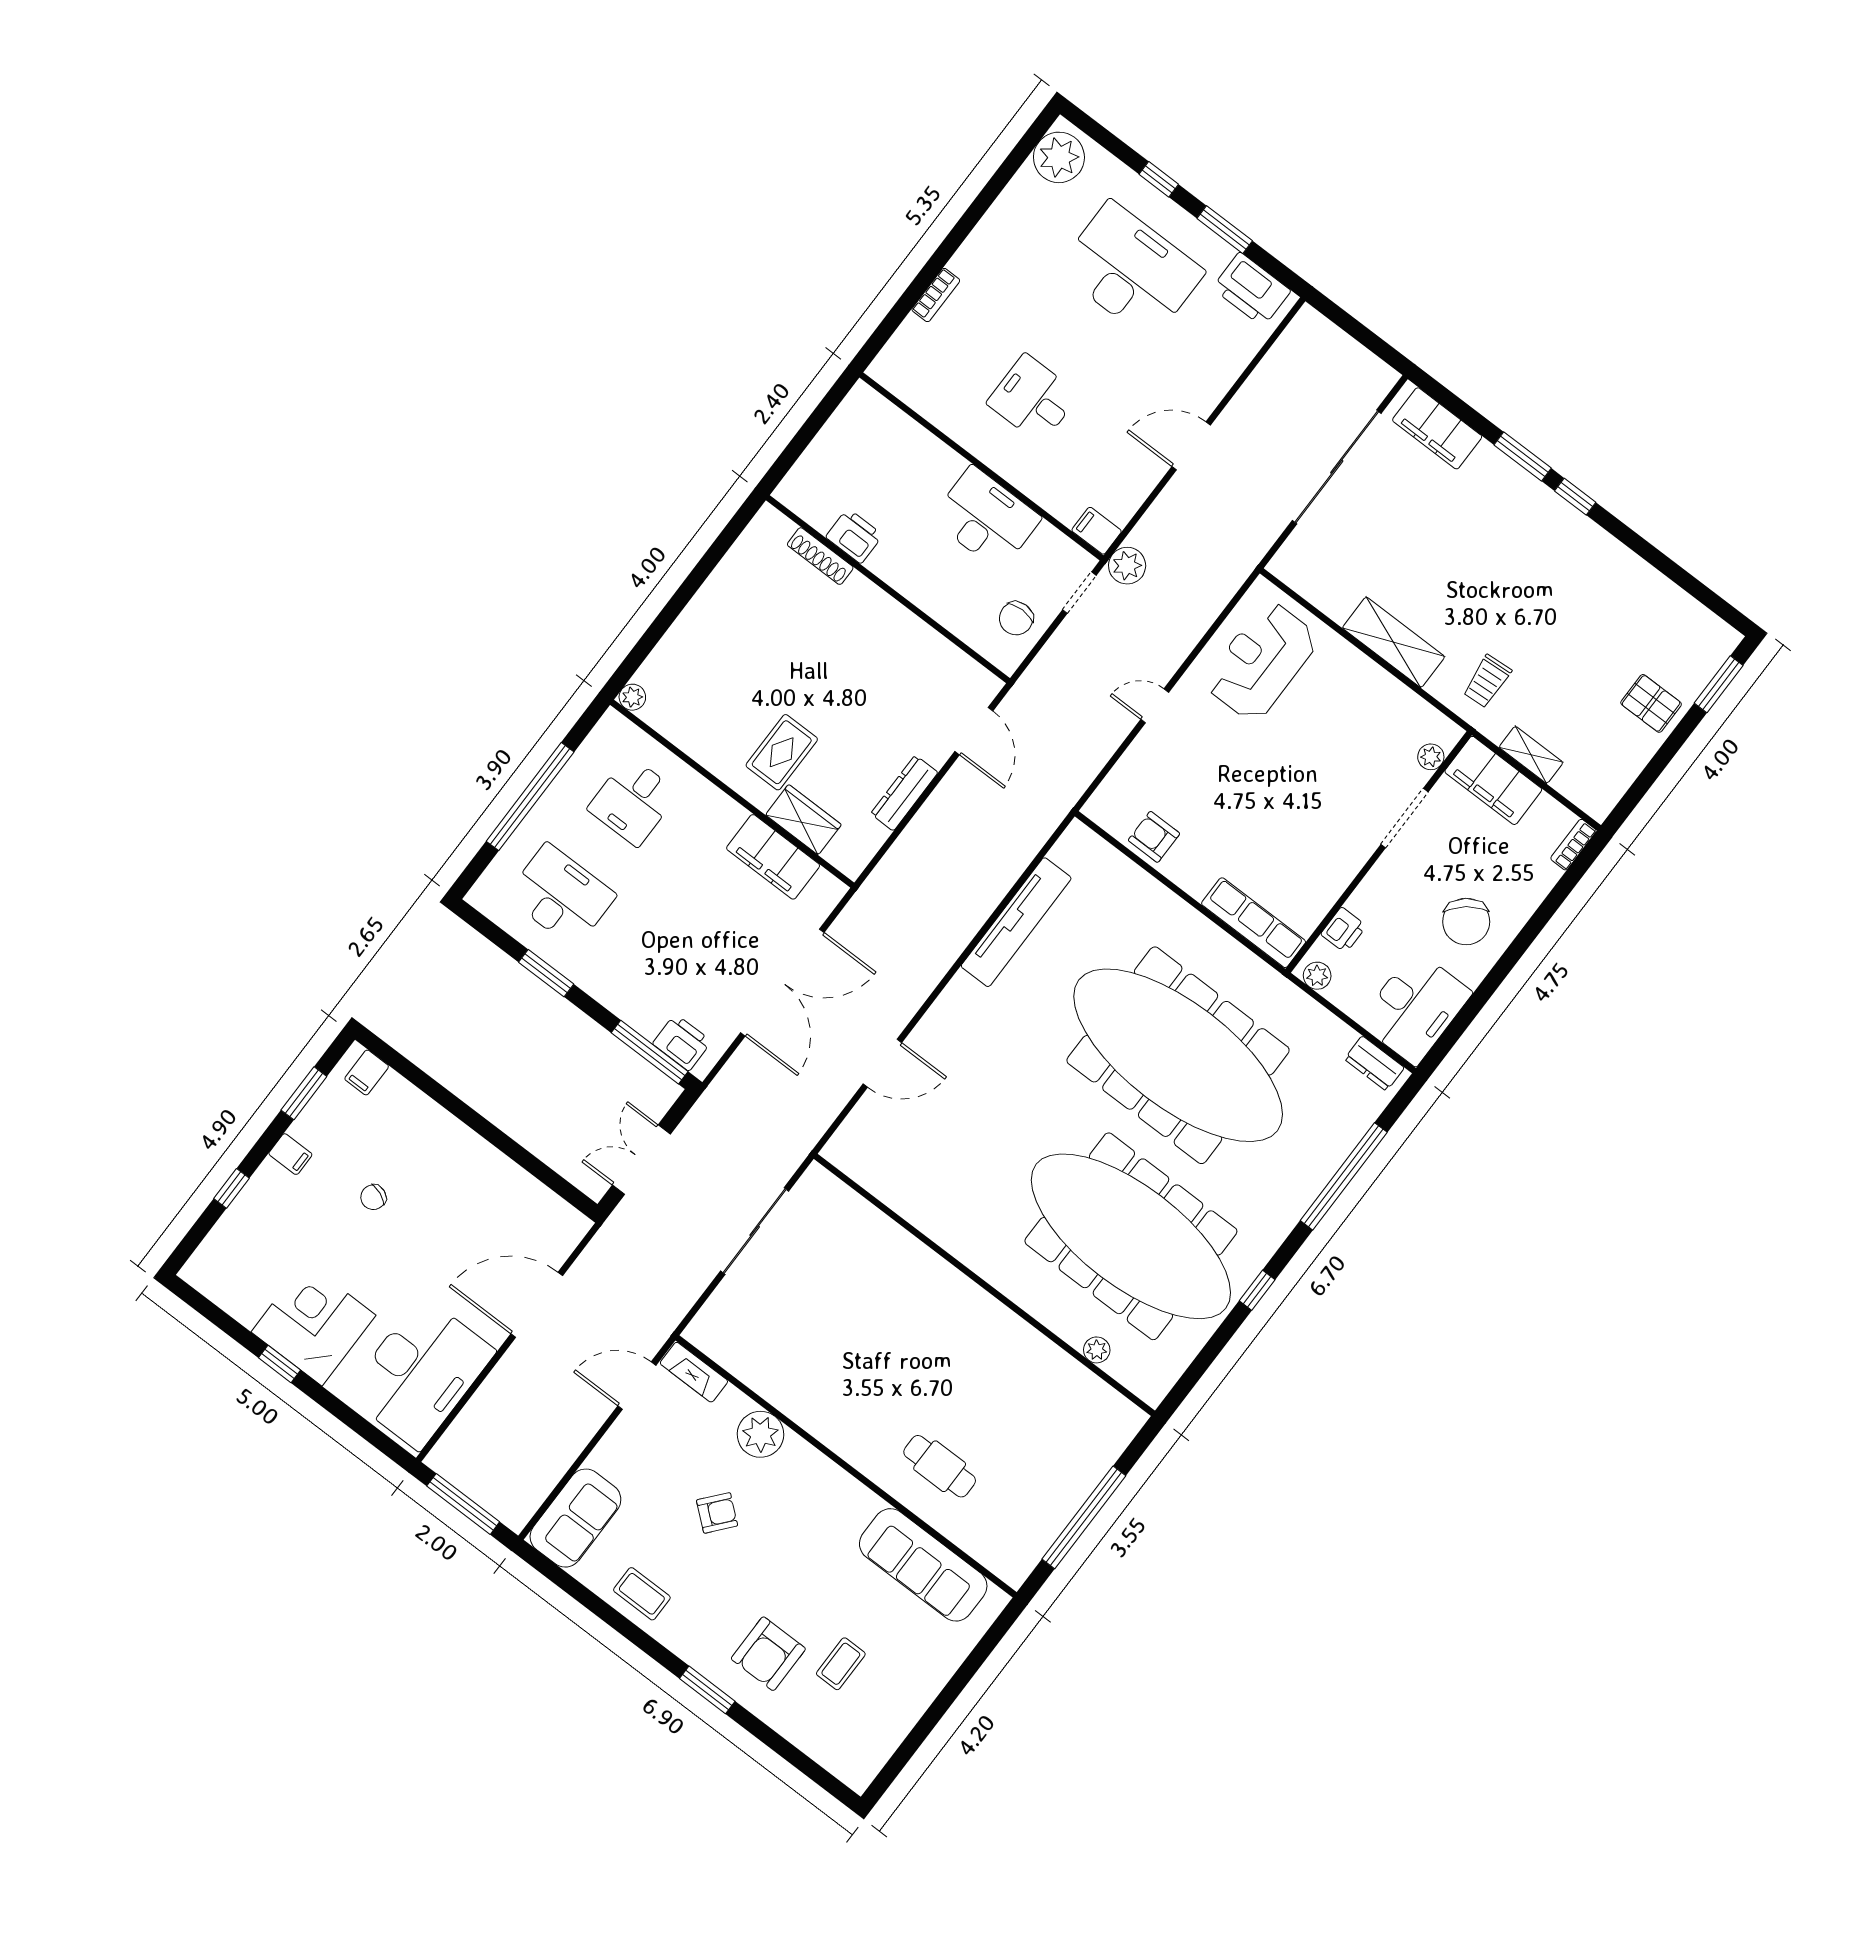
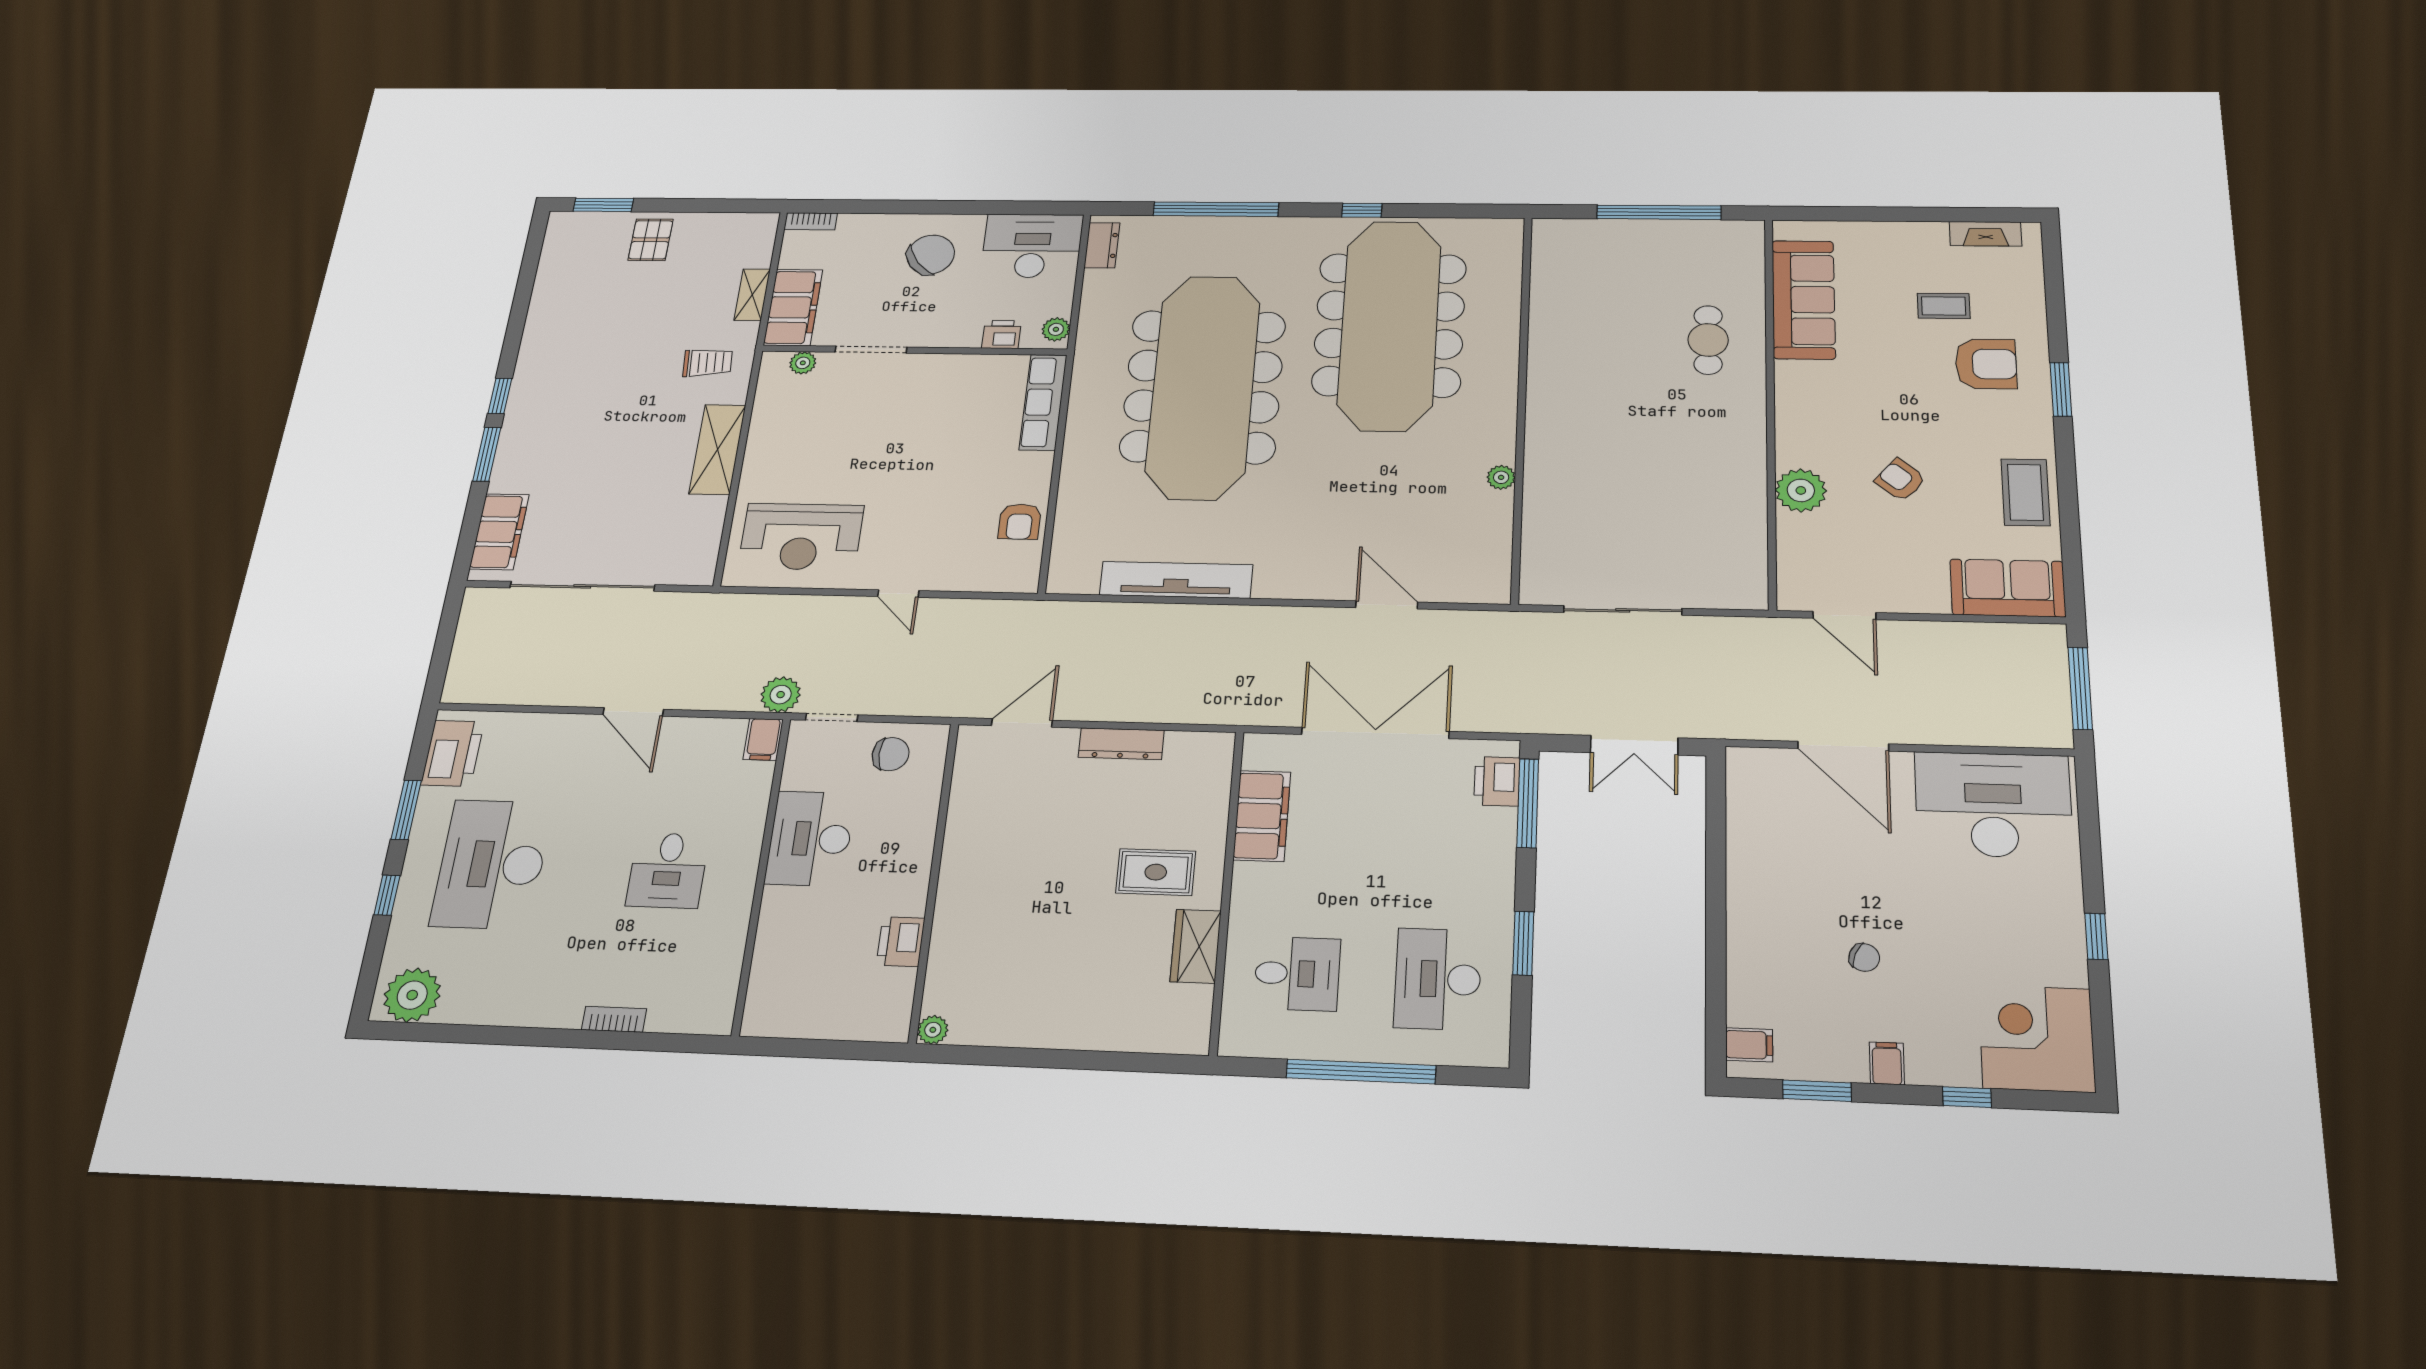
shoe rack: (820, 556) -> (940, 960), removed
plant: (632, 697) -> (933, 1030), moved
wardrobe: (803, 820) -> (1196, 946), moved
corner desk: (314, 1324) -> (2037, 1038), moved, turned 90
plant: (1097, 1350) -> (1501, 477), moved
fireplace: (694, 1372) -> (1985, 234), moved, turned 90
coffee table: (642, 1594) -> (2025, 492), width x1.36, depth x1.30

